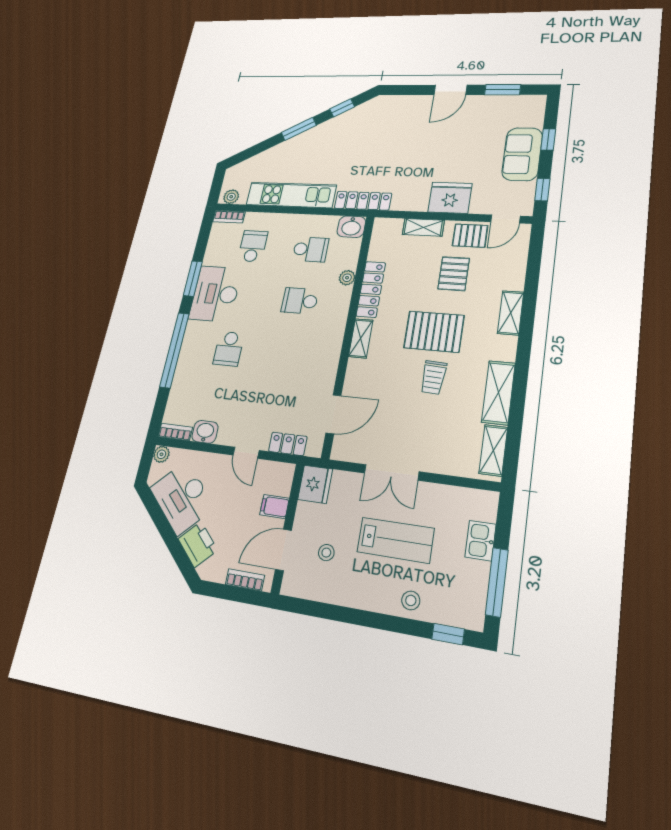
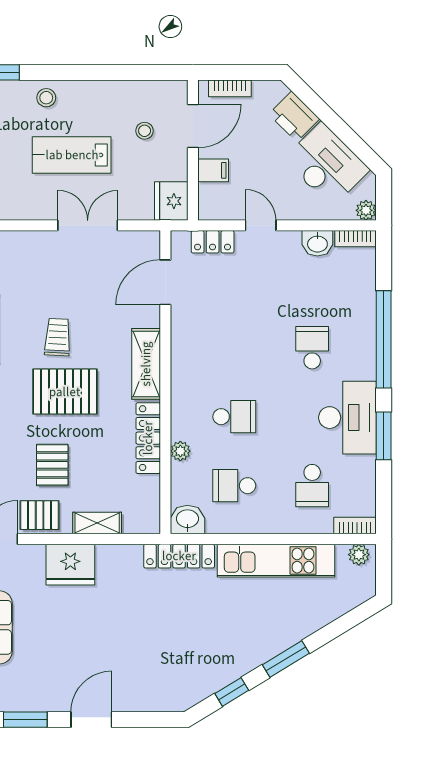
shelving: (361, 338) -> (146, 364), width x1.50, depth x1.33

